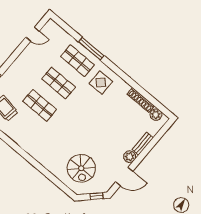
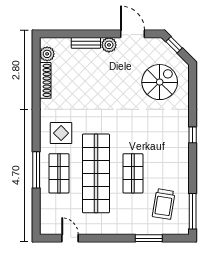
shop shelf: (59, 83) -> (96, 173), width x2.00, depth x1.36
window: (32, 161) -> (193, 135), added

